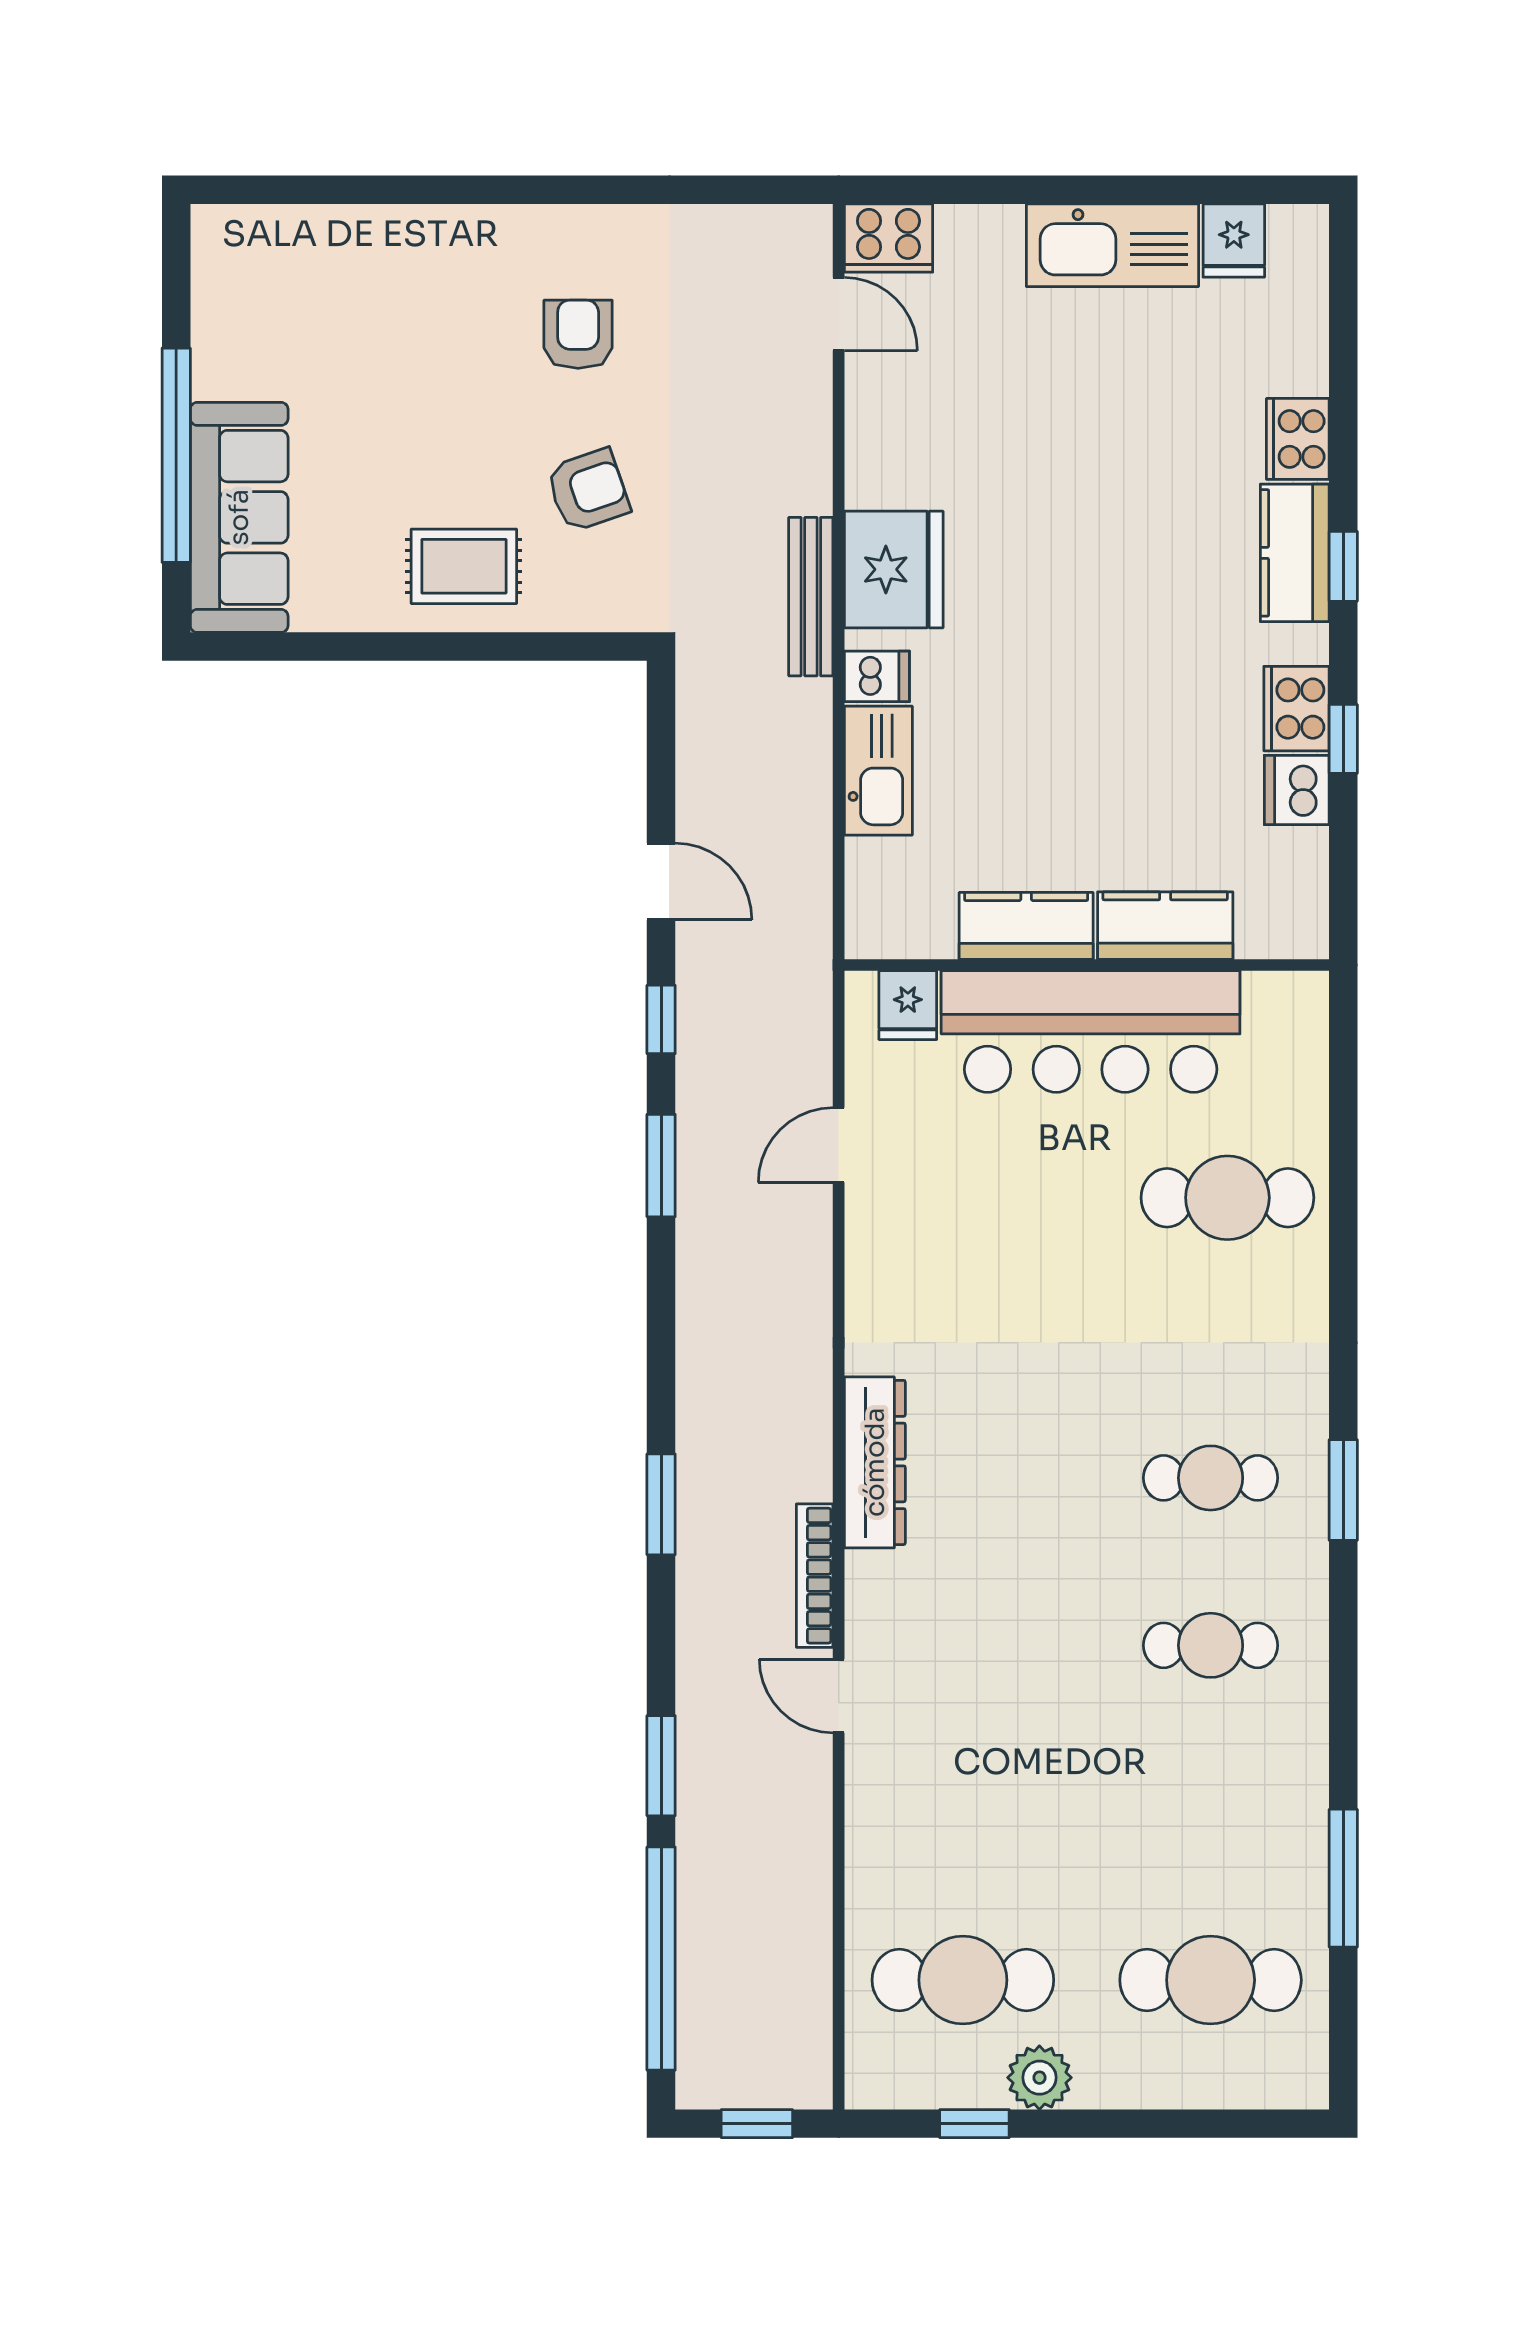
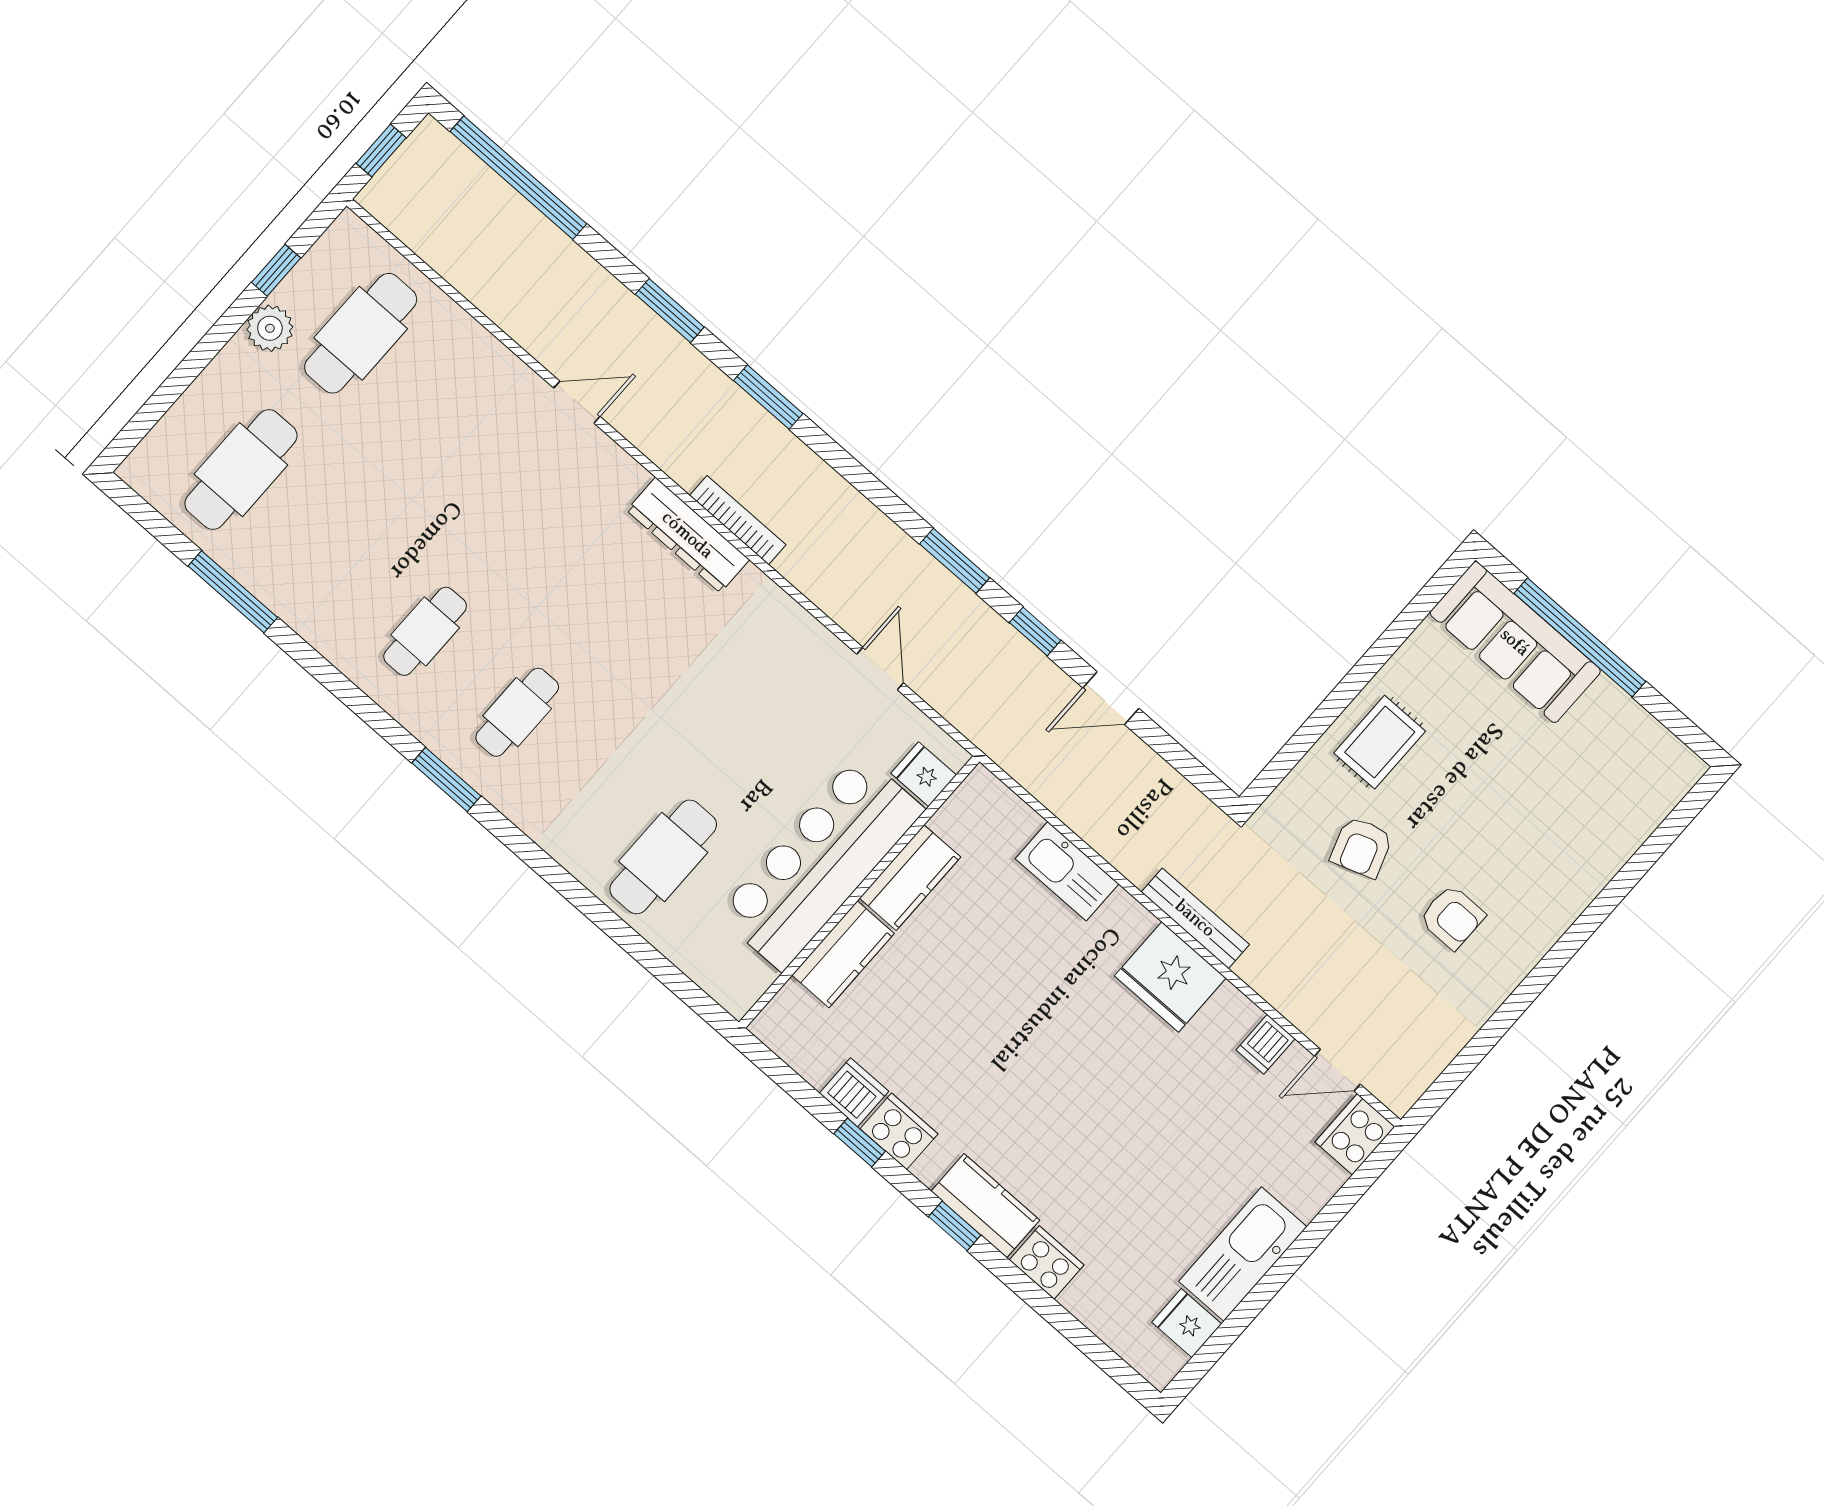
dishwasher: (877, 676) -> (1266, 1044), moved
bookcase: (815, 1576) -> (738, 520), moved
window: (661, 1766) -> (670, 311), moved

